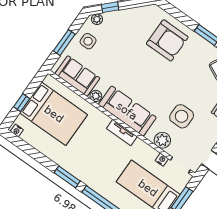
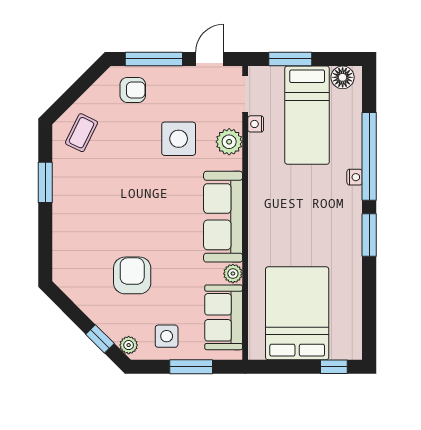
armchair: (167, 40) -> (132, 275), moved, width x0.73, depth x0.73
window: (22, 103) -> (334, 367), moved
nightstand: (17, 130) -> (355, 177), moved
tv unit: (122, 132) -> (257, 204), removed

